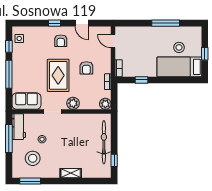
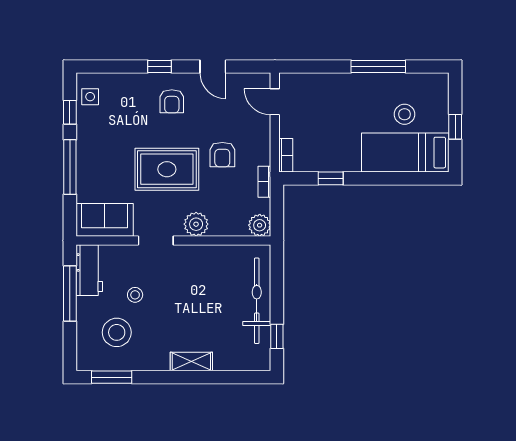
rug: (58, 75) -> (167, 169), turned 90

